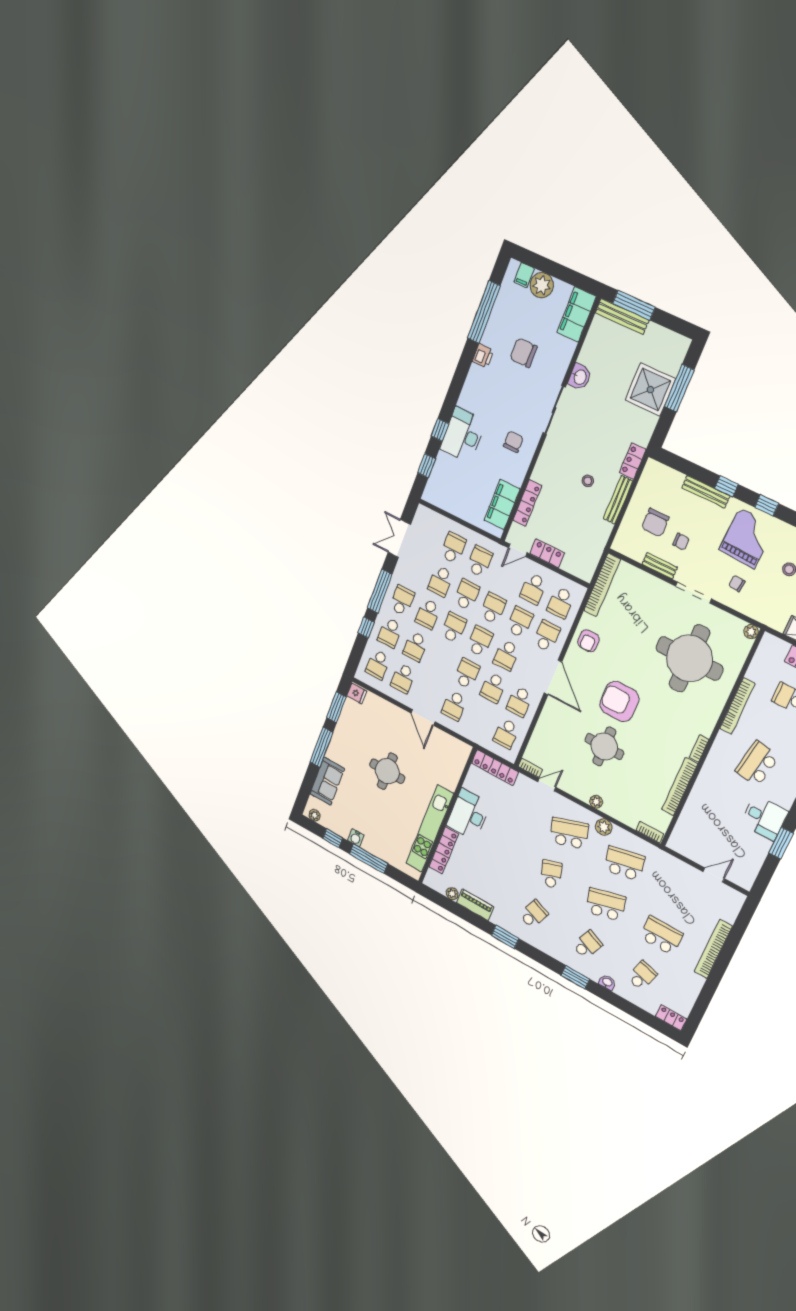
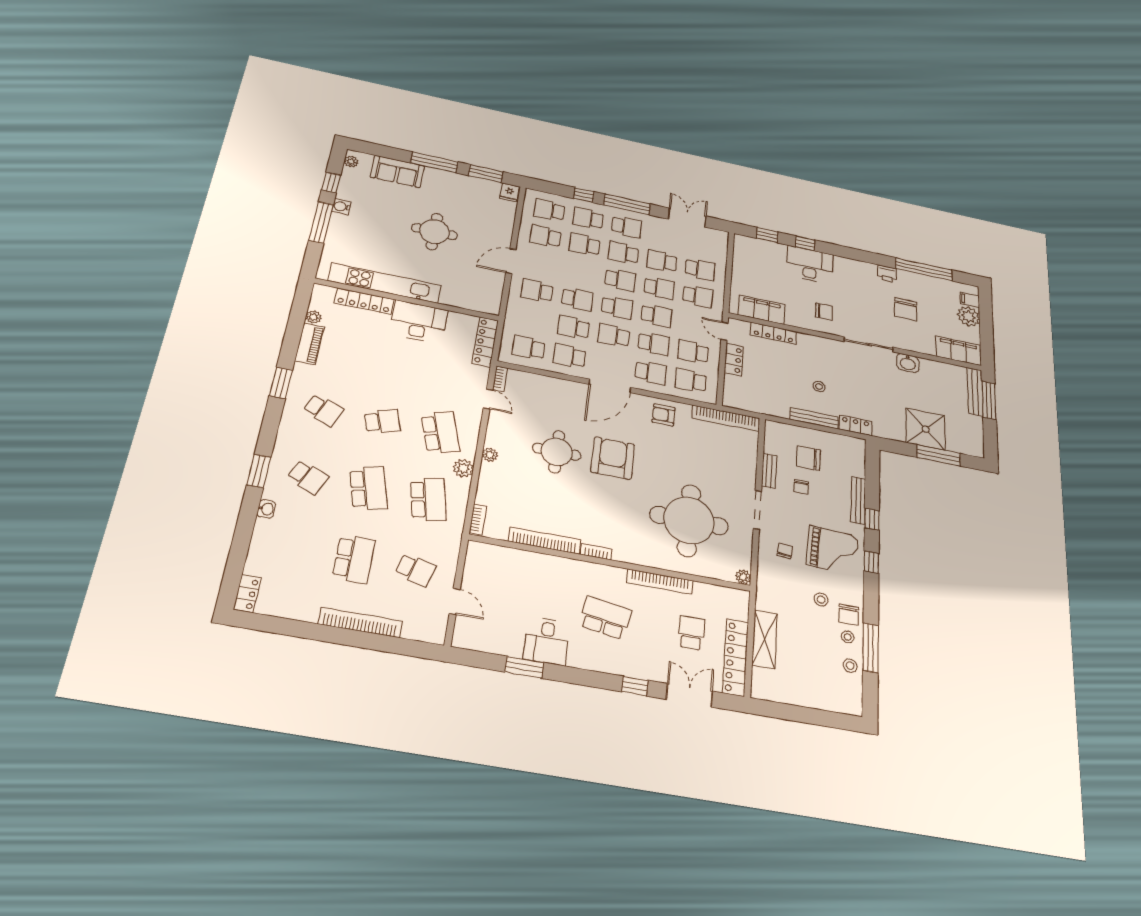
chair: (524, 353) -> (906, 309), turned 180
school desk: (642, 976) -> (415, 570), moved

